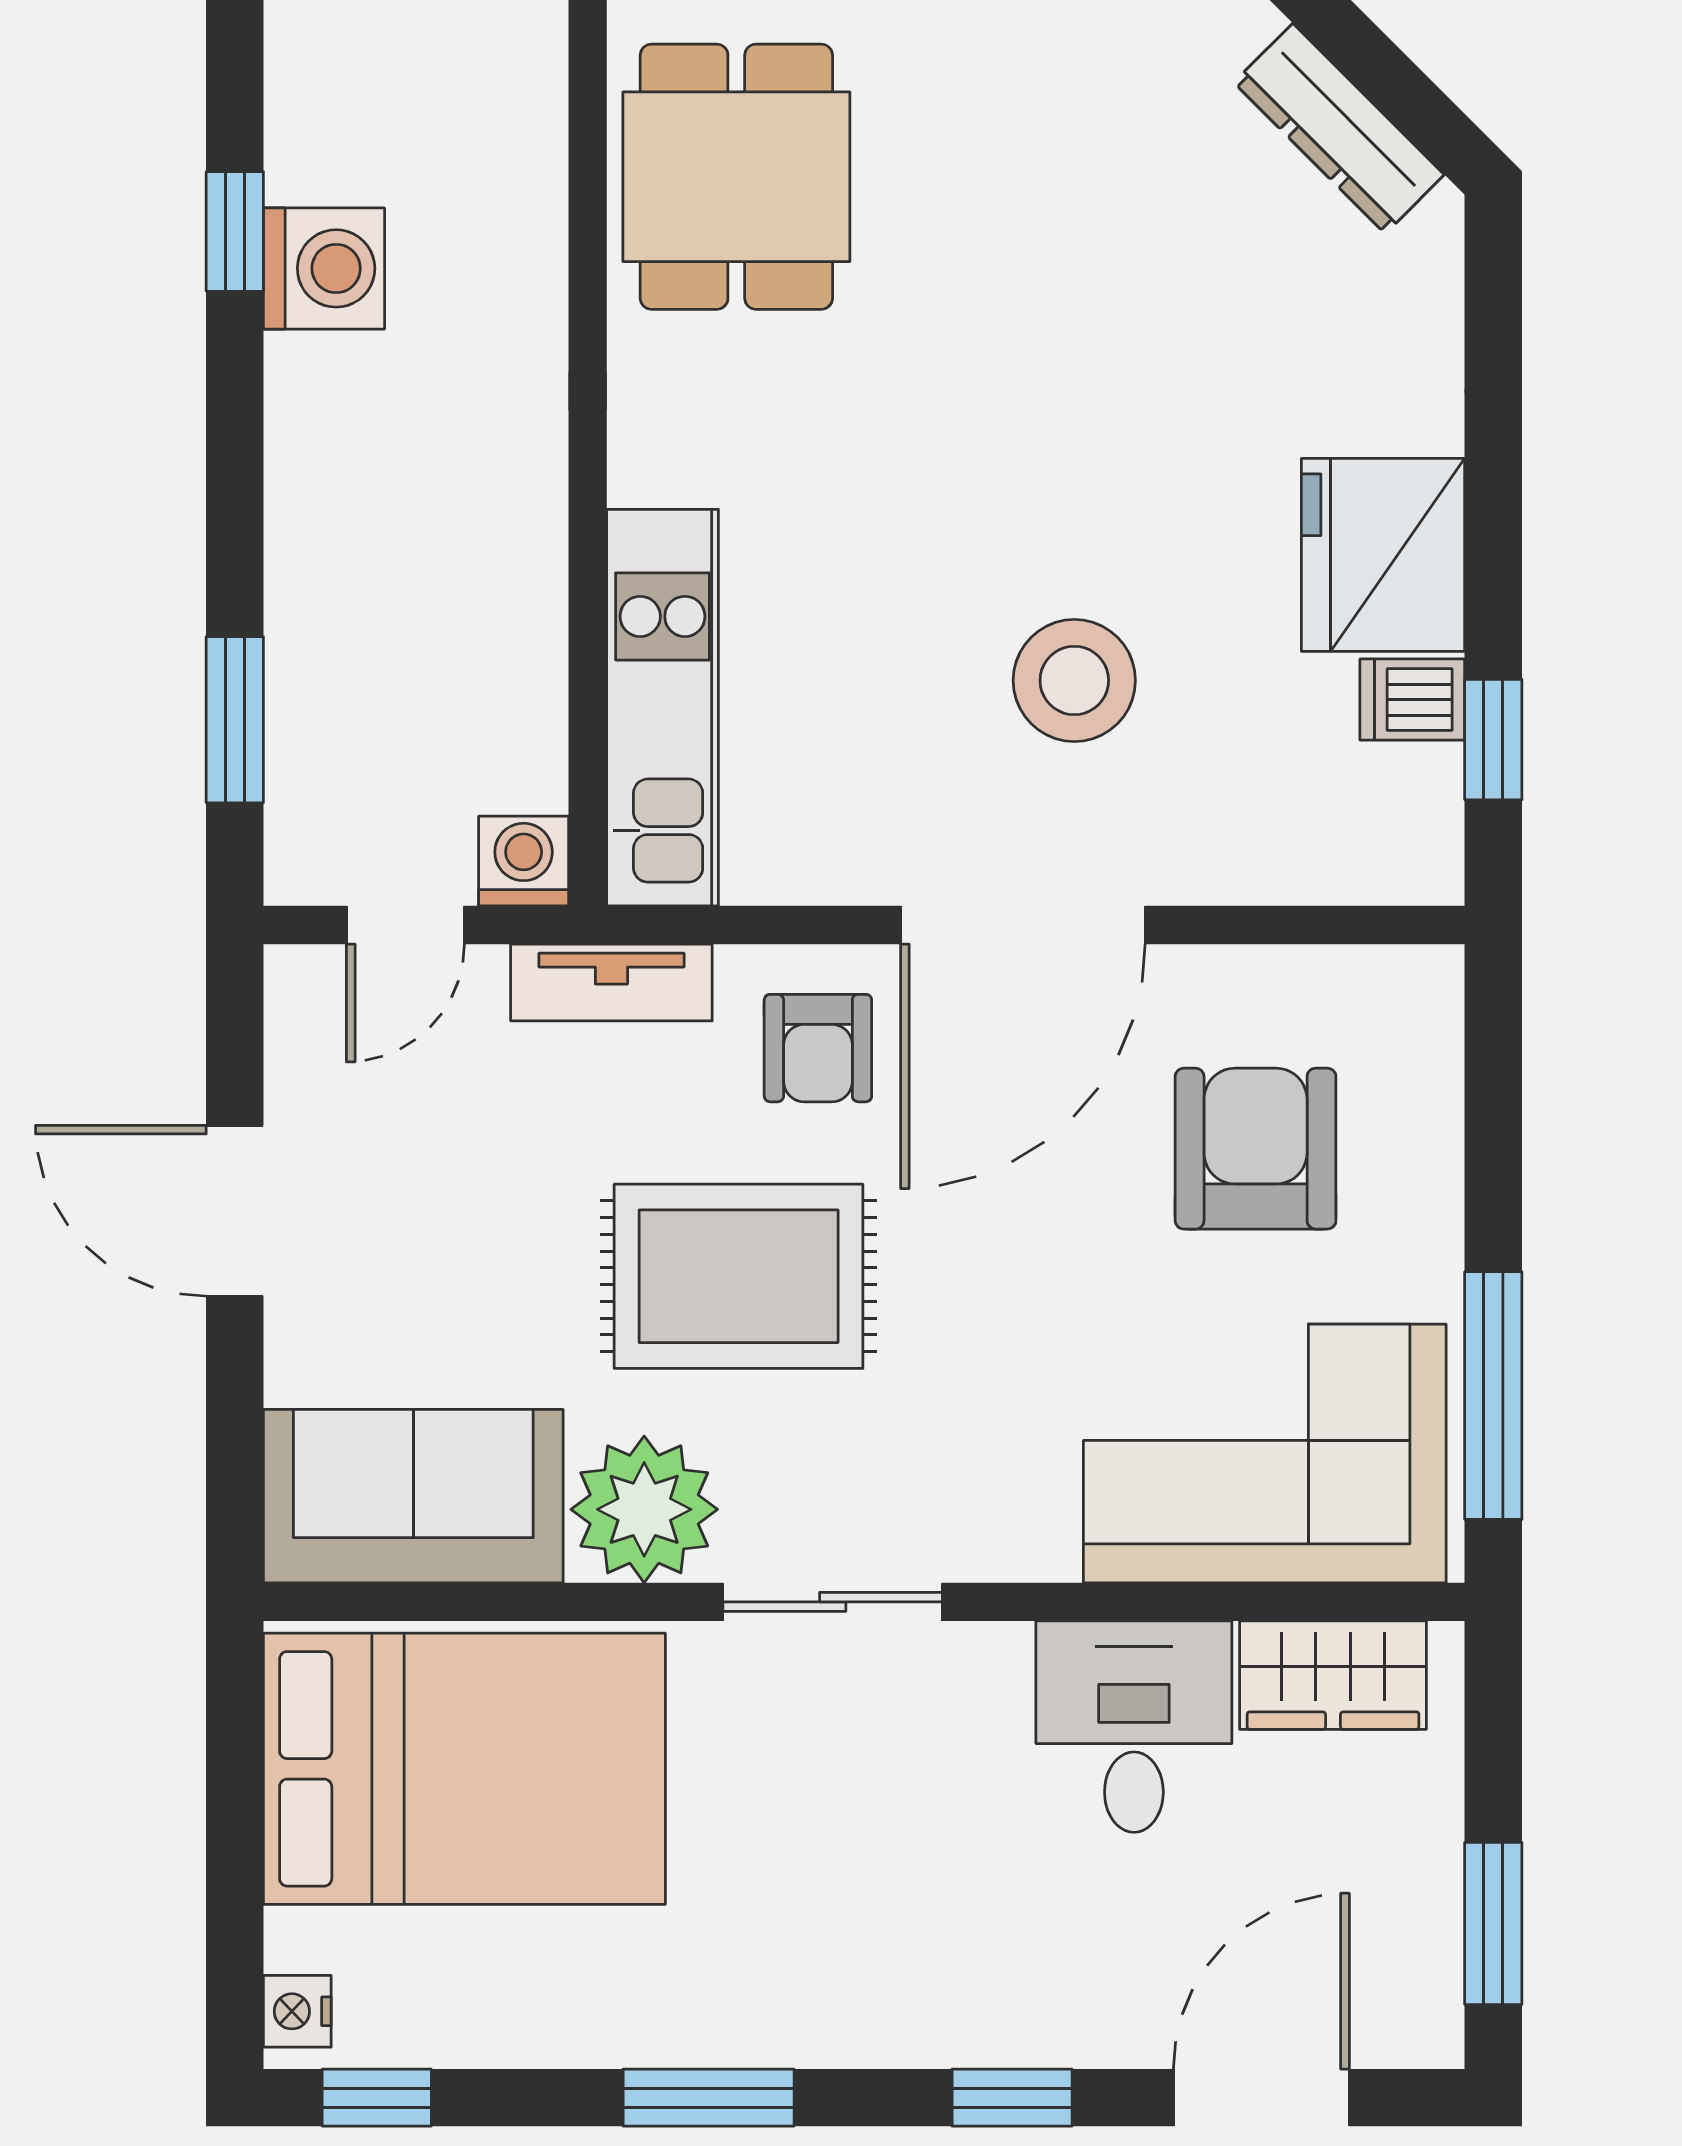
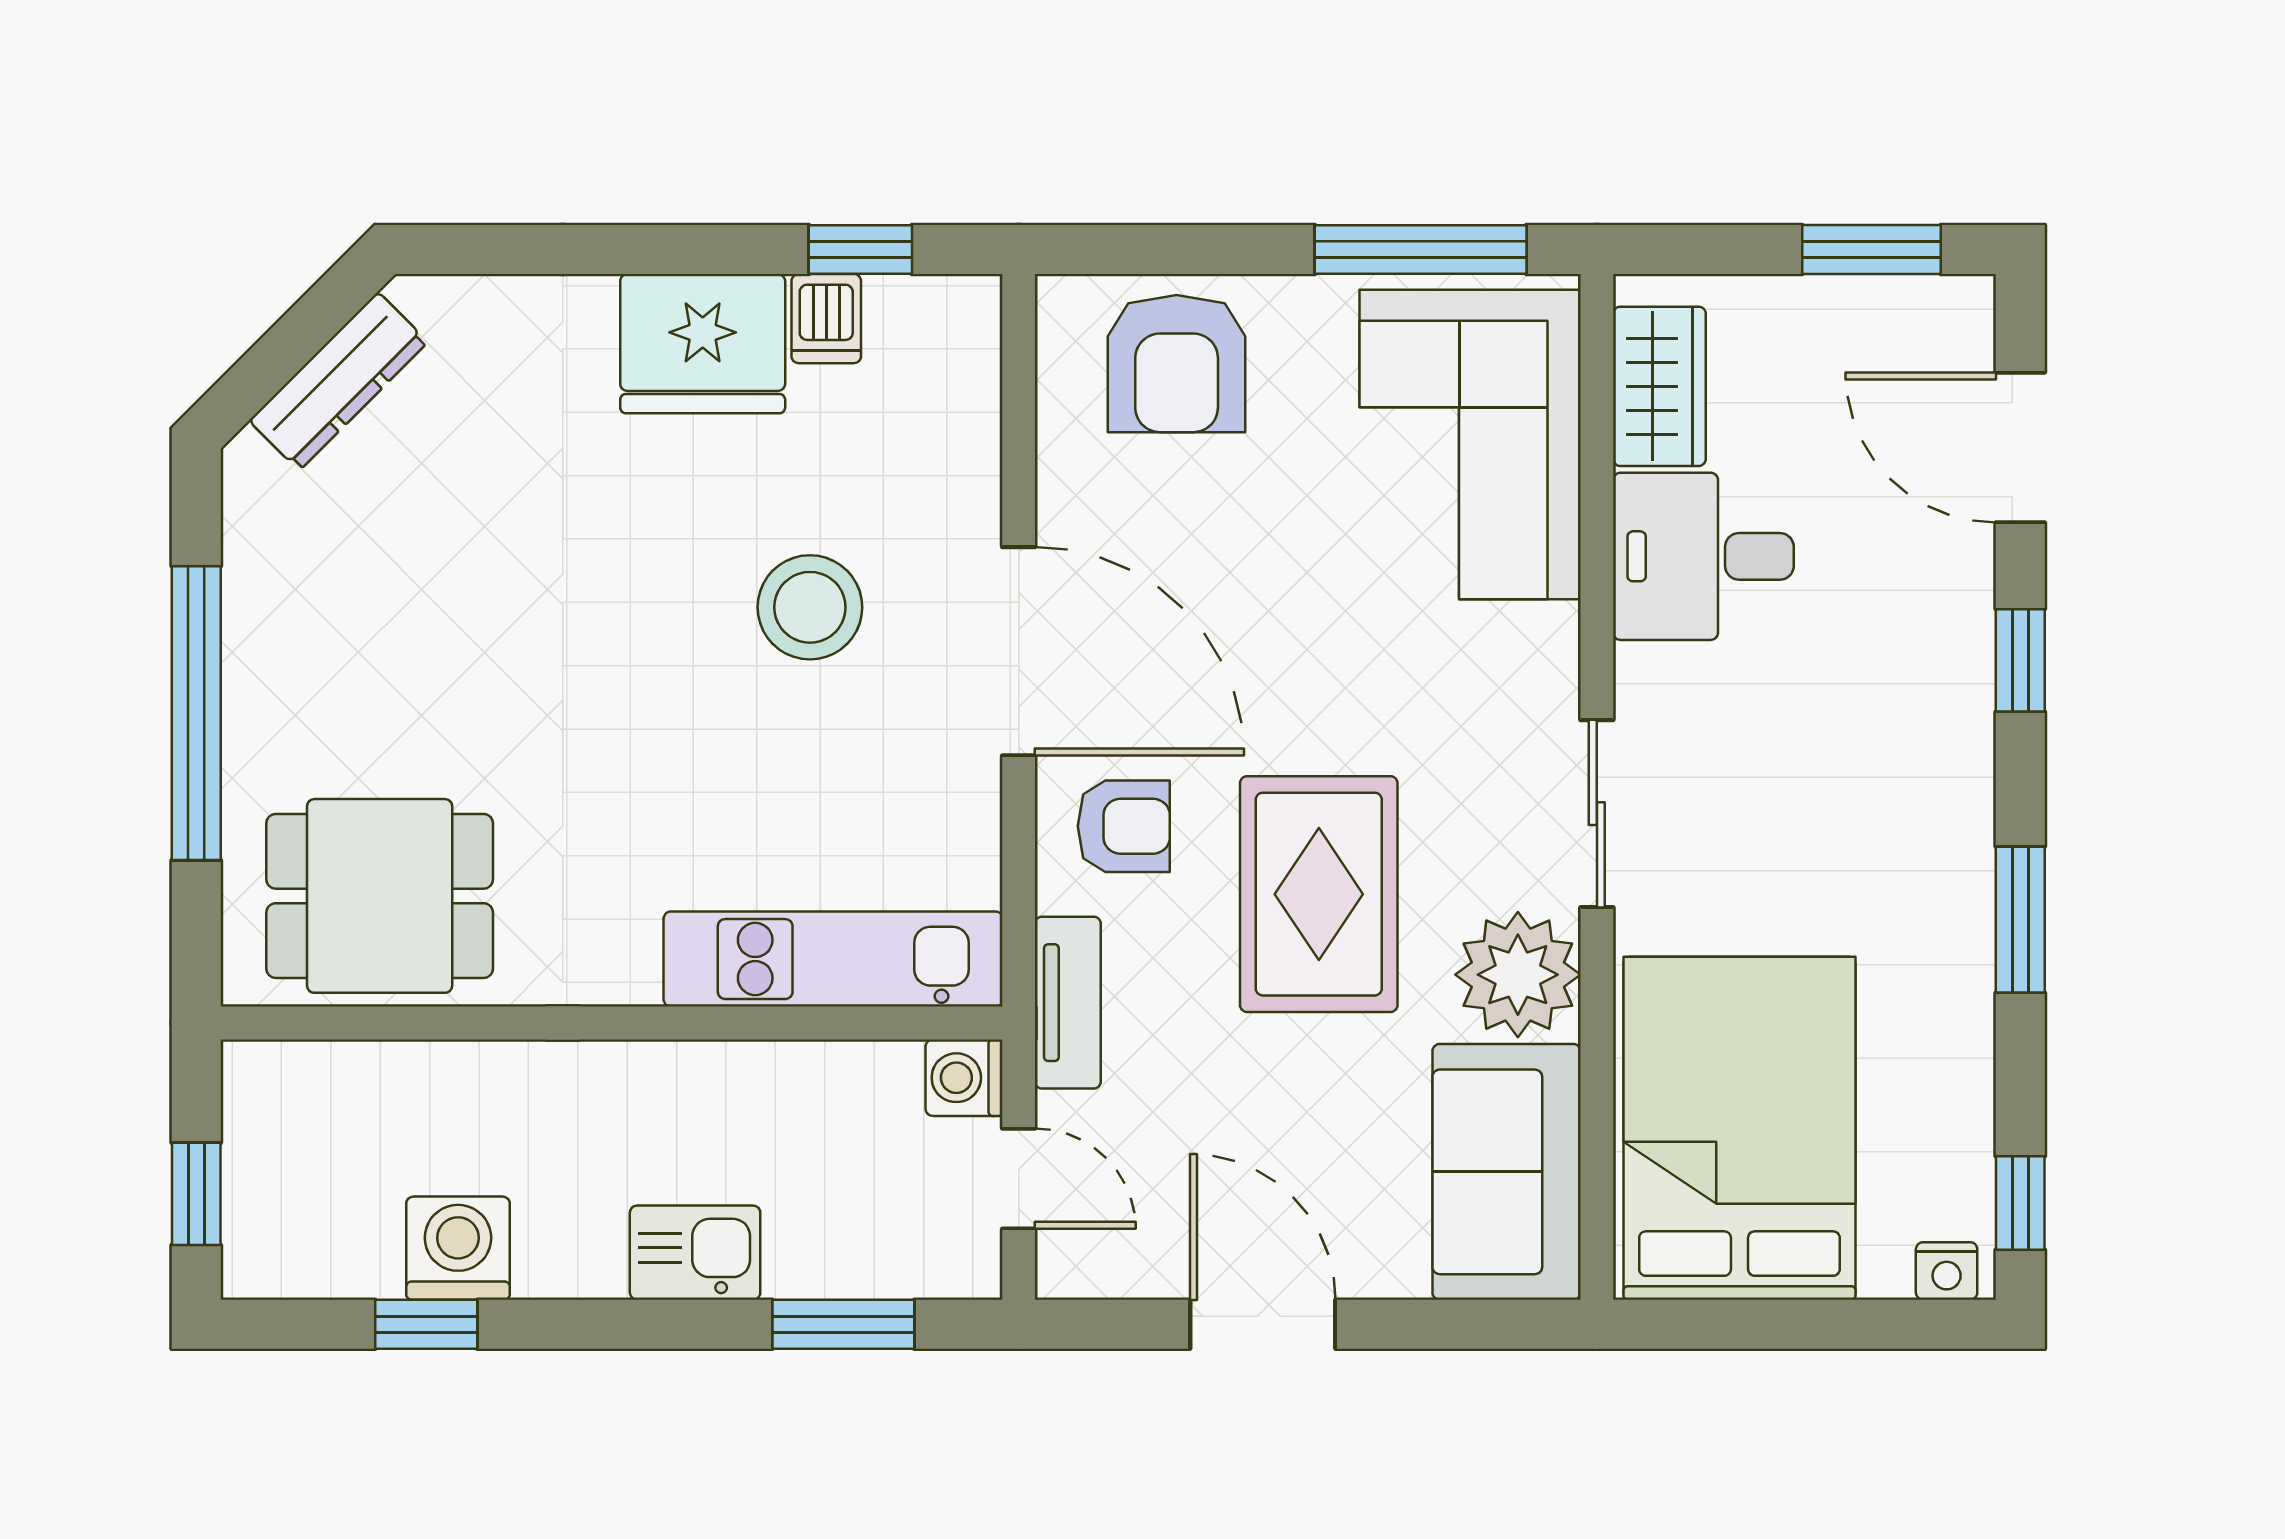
kitchen sink: (319, 546) -> (695, 1253), added
armchair: (1256, 1149) -> (1177, 364), moved, turned -90
door: (235, 1211) -> (1263, 1324), swing flipped

